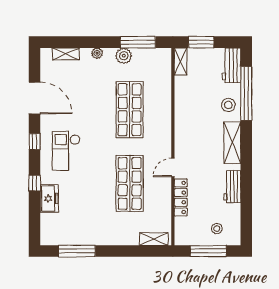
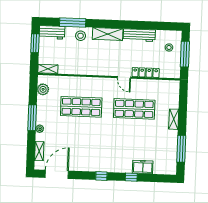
window: (138, 42) -> (32, 118), moved
window: (201, 42) -> (35, 43), moved
plant: (124, 56) -> (43, 89), moved
window: (246, 93) -> (73, 23), width x0.68
door: (35, 98) -> (57, 174), moved
checkout: (66, 151) -> (109, 154), removed
workbench: (232, 187) -> (139, 35), width x1.38
shelving: (154, 239) -> (174, 119), moved

